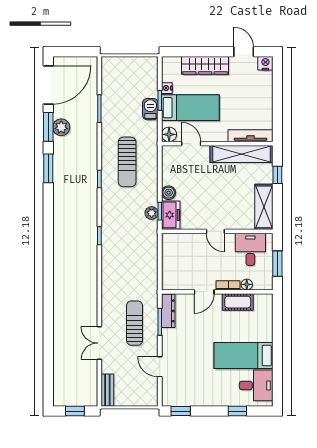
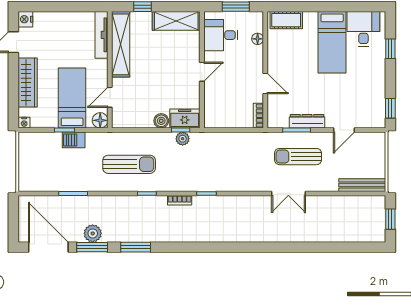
nightstand: (167, 88) -> (24, 123), moved
bookcase: (93, 210) -> (180, 200), added
bookcase: (228, 285) -> (258, 116), moved
cot: (238, 302) -> (286, 20), moved, turned 90
dresser: (168, 311) -> (307, 121), moved
double door: (99, 343) -> (288, 193), moved
bench: (107, 390) -> (362, 185), width x1.36

